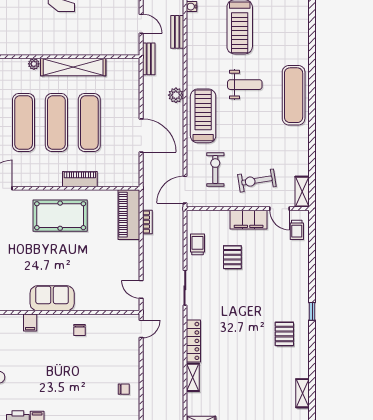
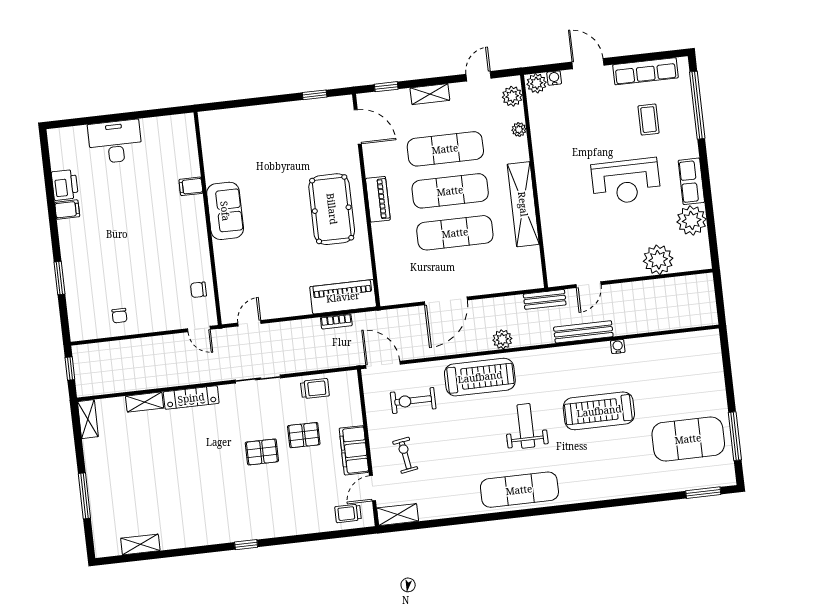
bench: (177, 32) -> (583, 332), width x1.36
plant: (34, 64) -> (519, 129), moved
weight bench: (245, 85) -> (526, 426), turned 180
exercise bike: (215, 170) -> (413, 401), turned 180
piano: (80, 179) -> (378, 199), moved
exercise bike: (257, 181) -> (405, 455), width x0.73, depth x0.72
chair: (79, 330) -> (198, 290), moved
pallet: (284, 334) -> (262, 452), moved

